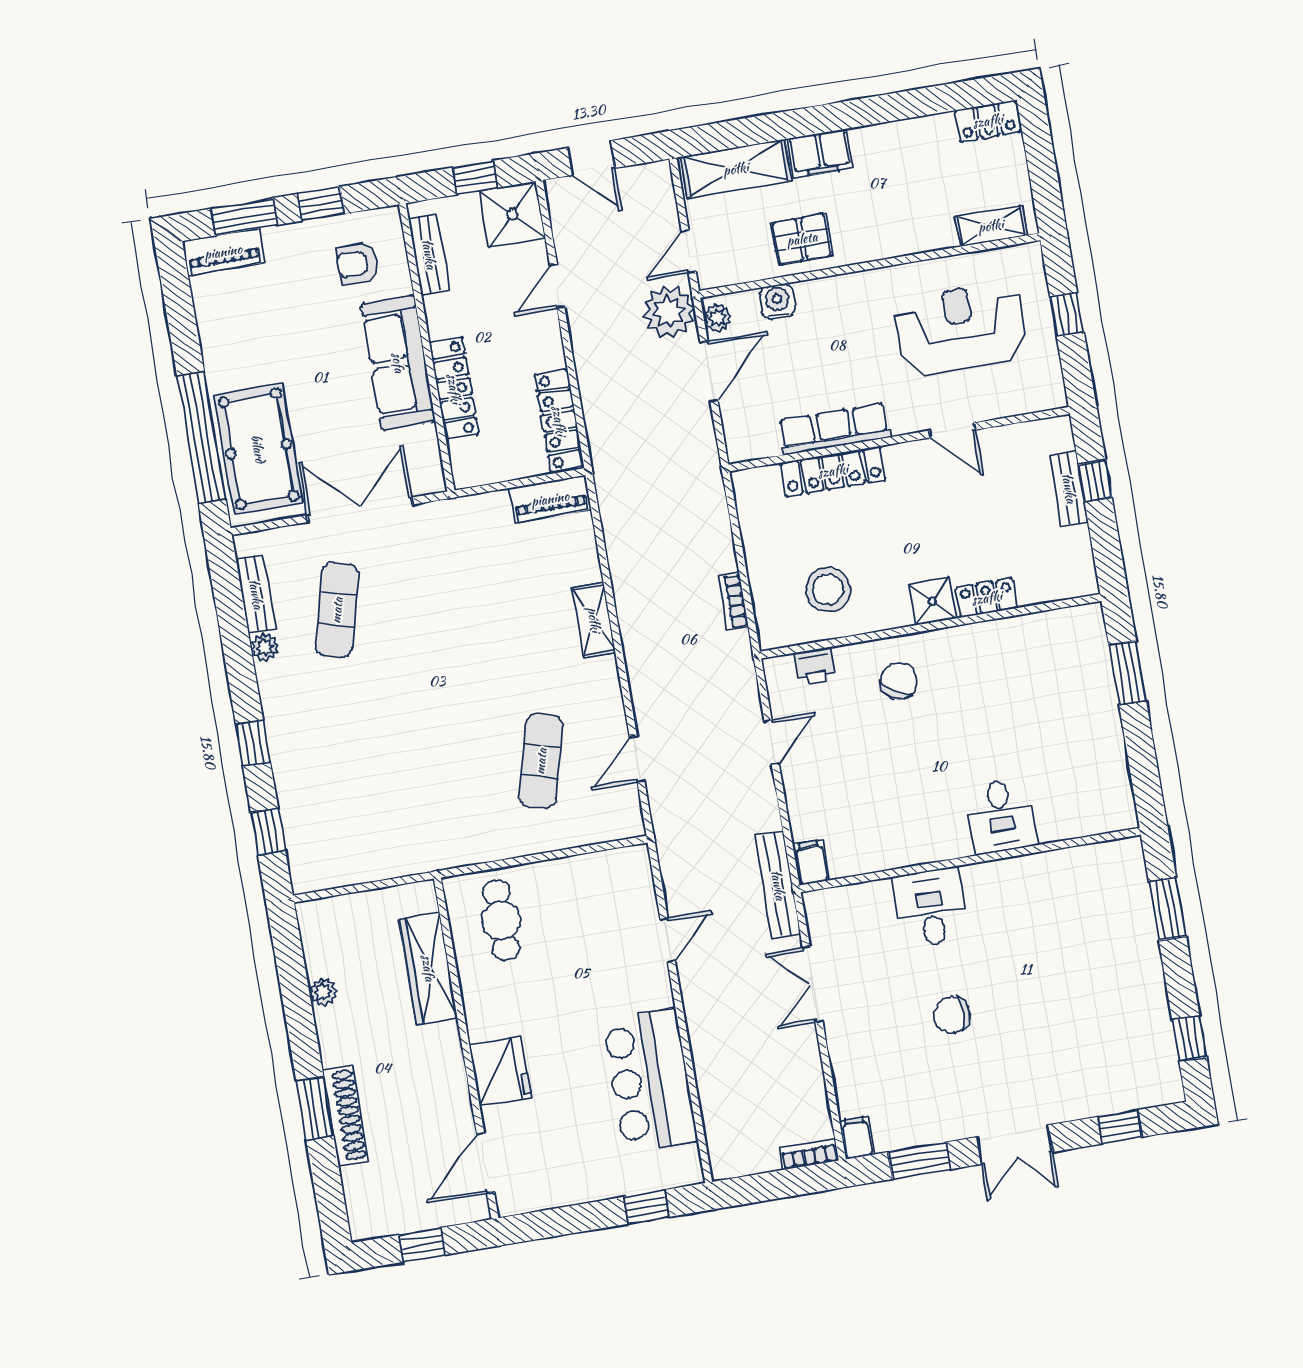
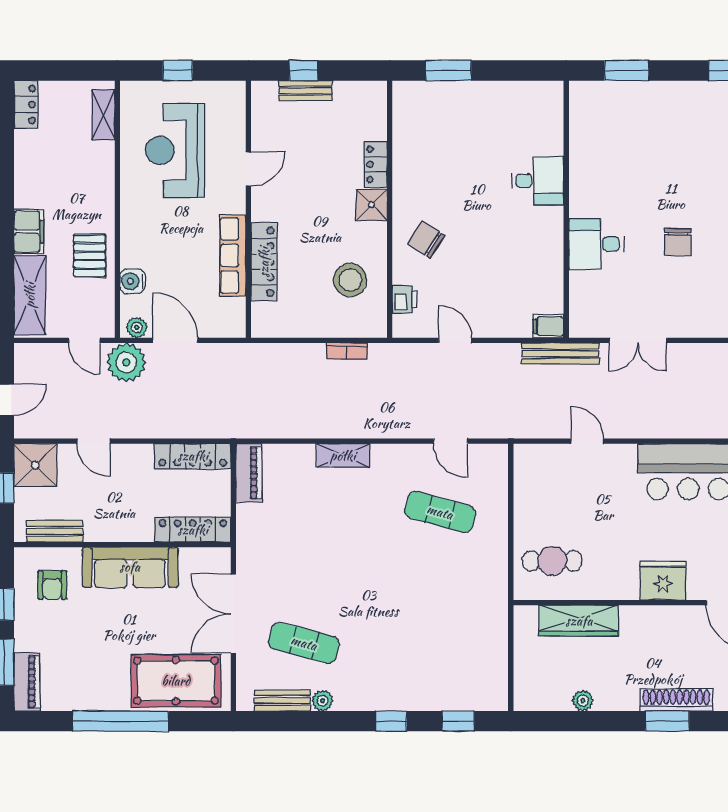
locker: (454, 389) -> (193, 530), moved
window: (201, 438) -> (120, 721), moved

